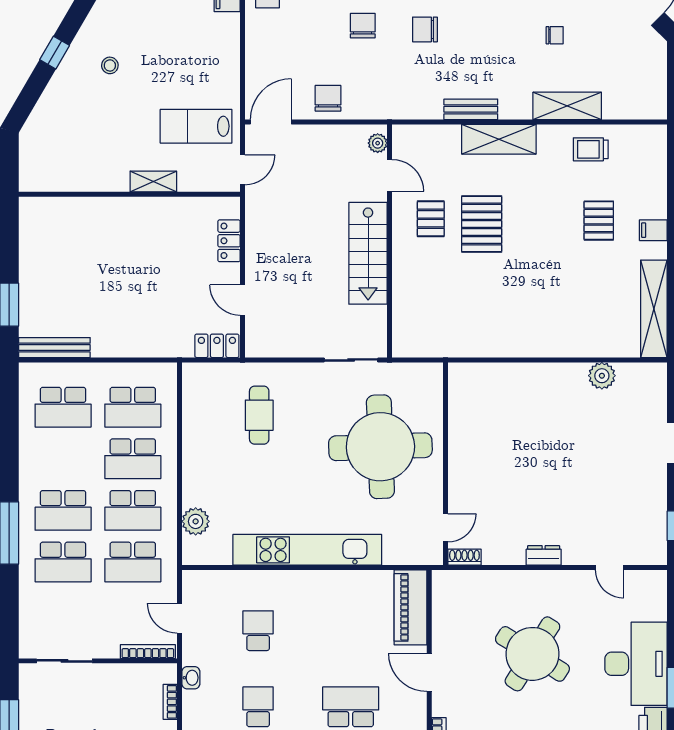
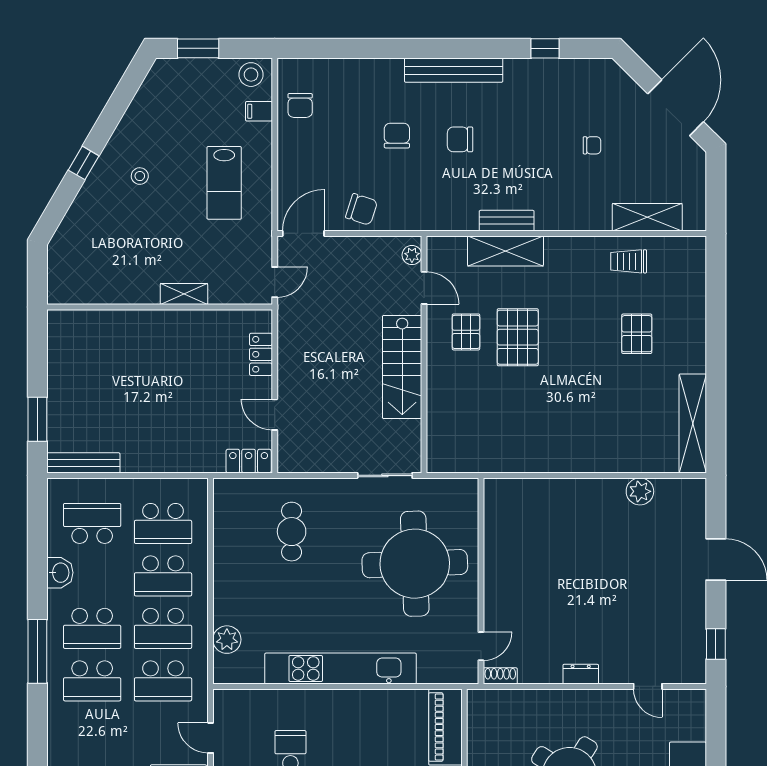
chair: (328, 98) -> (362, 209), turned 108
shelving: (567, 106) -> (647, 217), moved
lab bench: (196, 126) -> (224, 183), moved, turned -90
shelving: (499, 139) -> (505, 251), moved
filing cabinet: (653, 230) -> (692, 343), removed
school desk: (63, 407) -> (92, 523), turned 180
washbasin: (31, 456) -> (60, 573), added

